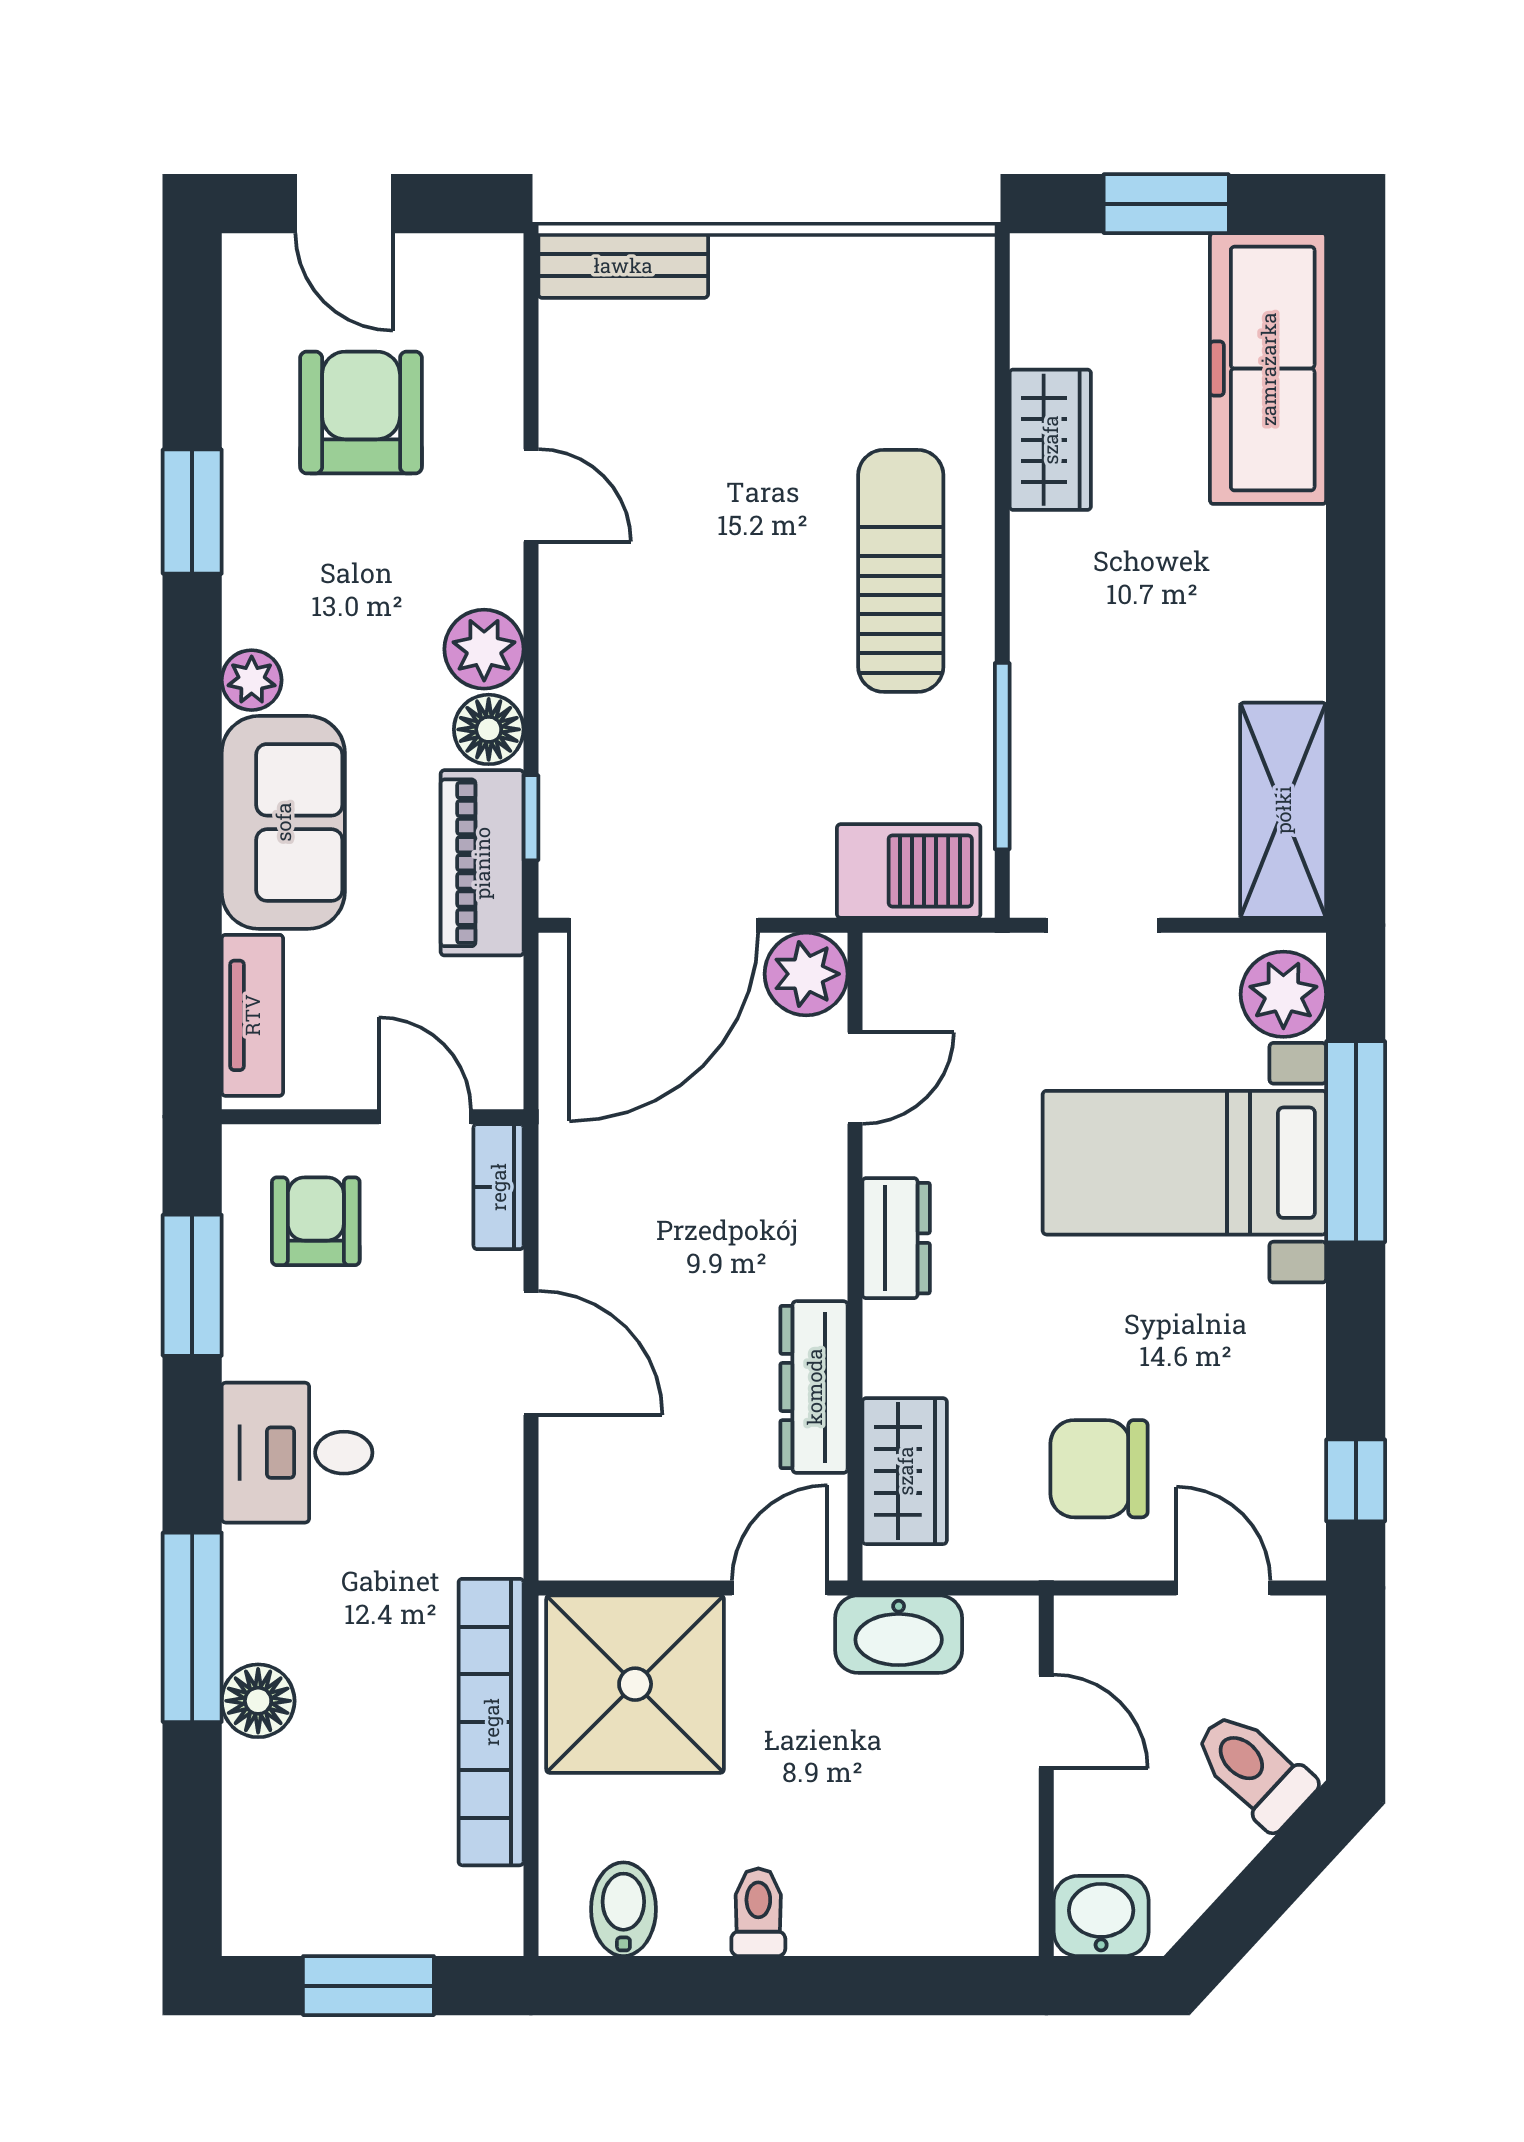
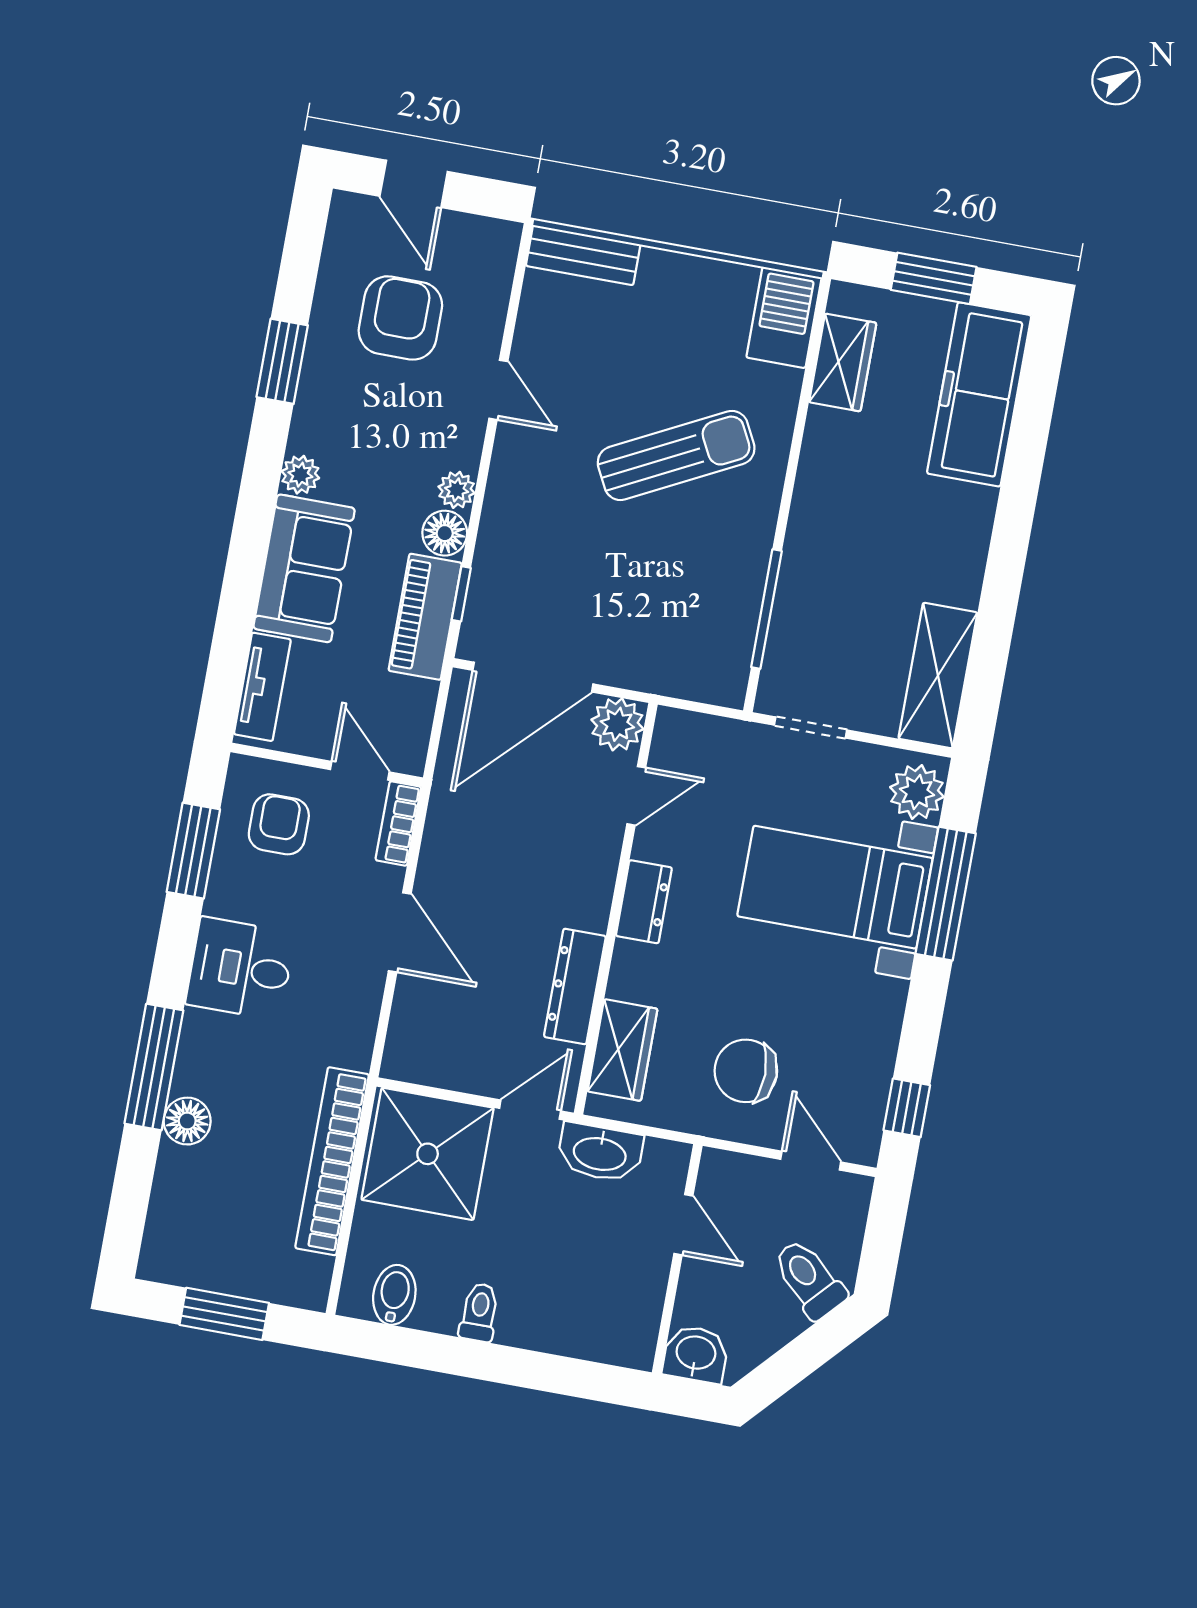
wardrobe: (1050, 440) -> (843, 362), moved
sun lounger: (901, 571) -> (676, 455), moved, turned 63
plant: (484, 649) -> (457, 490), width x0.73, depth x0.73
barbecue: (909, 871) -> (784, 317), moved, turned -90

